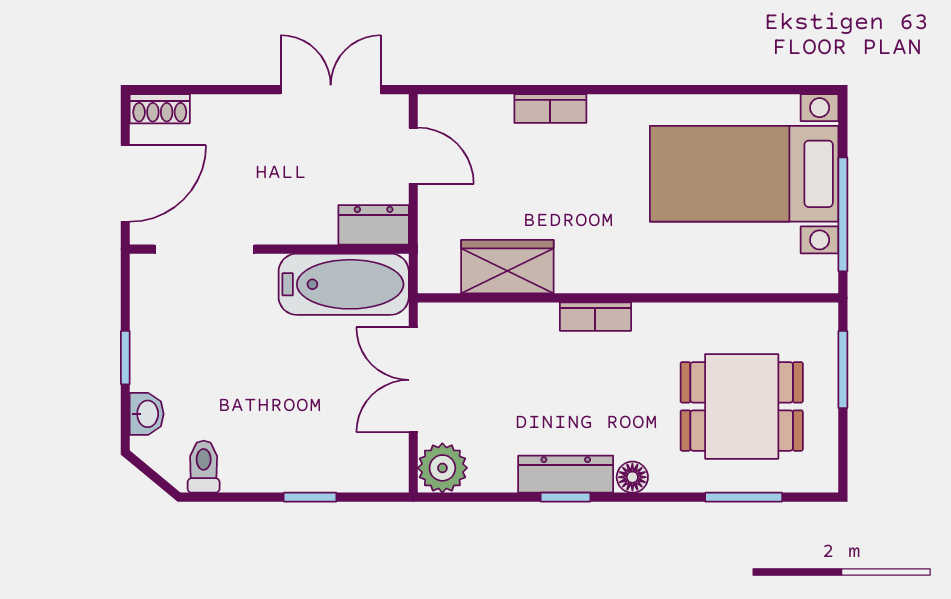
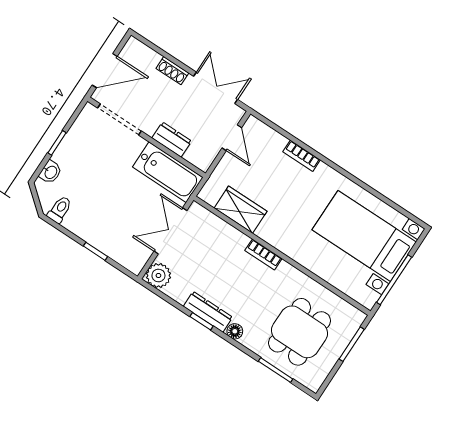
shoe rack: (160, 109) -> (172, 71), moved
dresser: (374, 225) -> (172, 139), moved
dining table: (742, 406) -> (299, 332), turned 90

